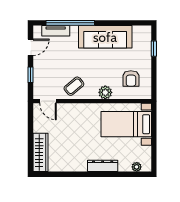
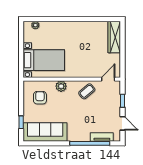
sofa: (105, 37) -> (45, 132), moved
door: (31, 47) -> (122, 123), swing flipped
door: (48, 101) -> (108, 79), hinge flipped
dresser: (103, 166) -> (63, 26), removed

